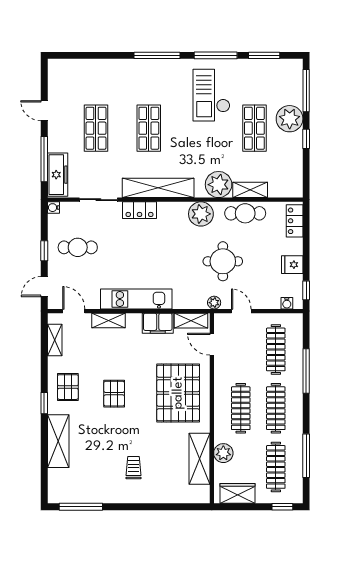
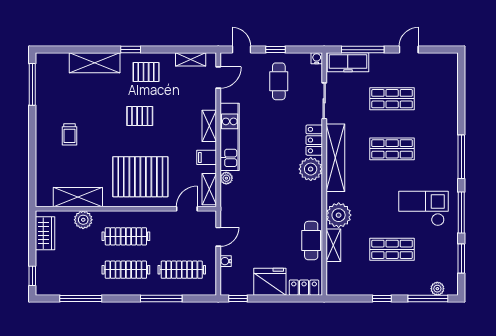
plant: (290, 119) -> (437, 289), moved, width x0.53, depth x0.53
plant: (201, 214) -> (311, 169), moved
round table: (223, 261) -> (266, 219), removed
fridge: (292, 265) -> (270, 282), width x1.88, depth x1.34
plant: (214, 303) -> (226, 178), moved
water cooler: (287, 303) -> (226, 261), moved
shelving: (108, 320) -> (209, 126), moved
filing cabinet: (158, 323) -> (207, 157), width x0.50
clothes rail: (276, 467) -> (70, 270), removed
trolley: (134, 468) -> (69, 134), turned 90

